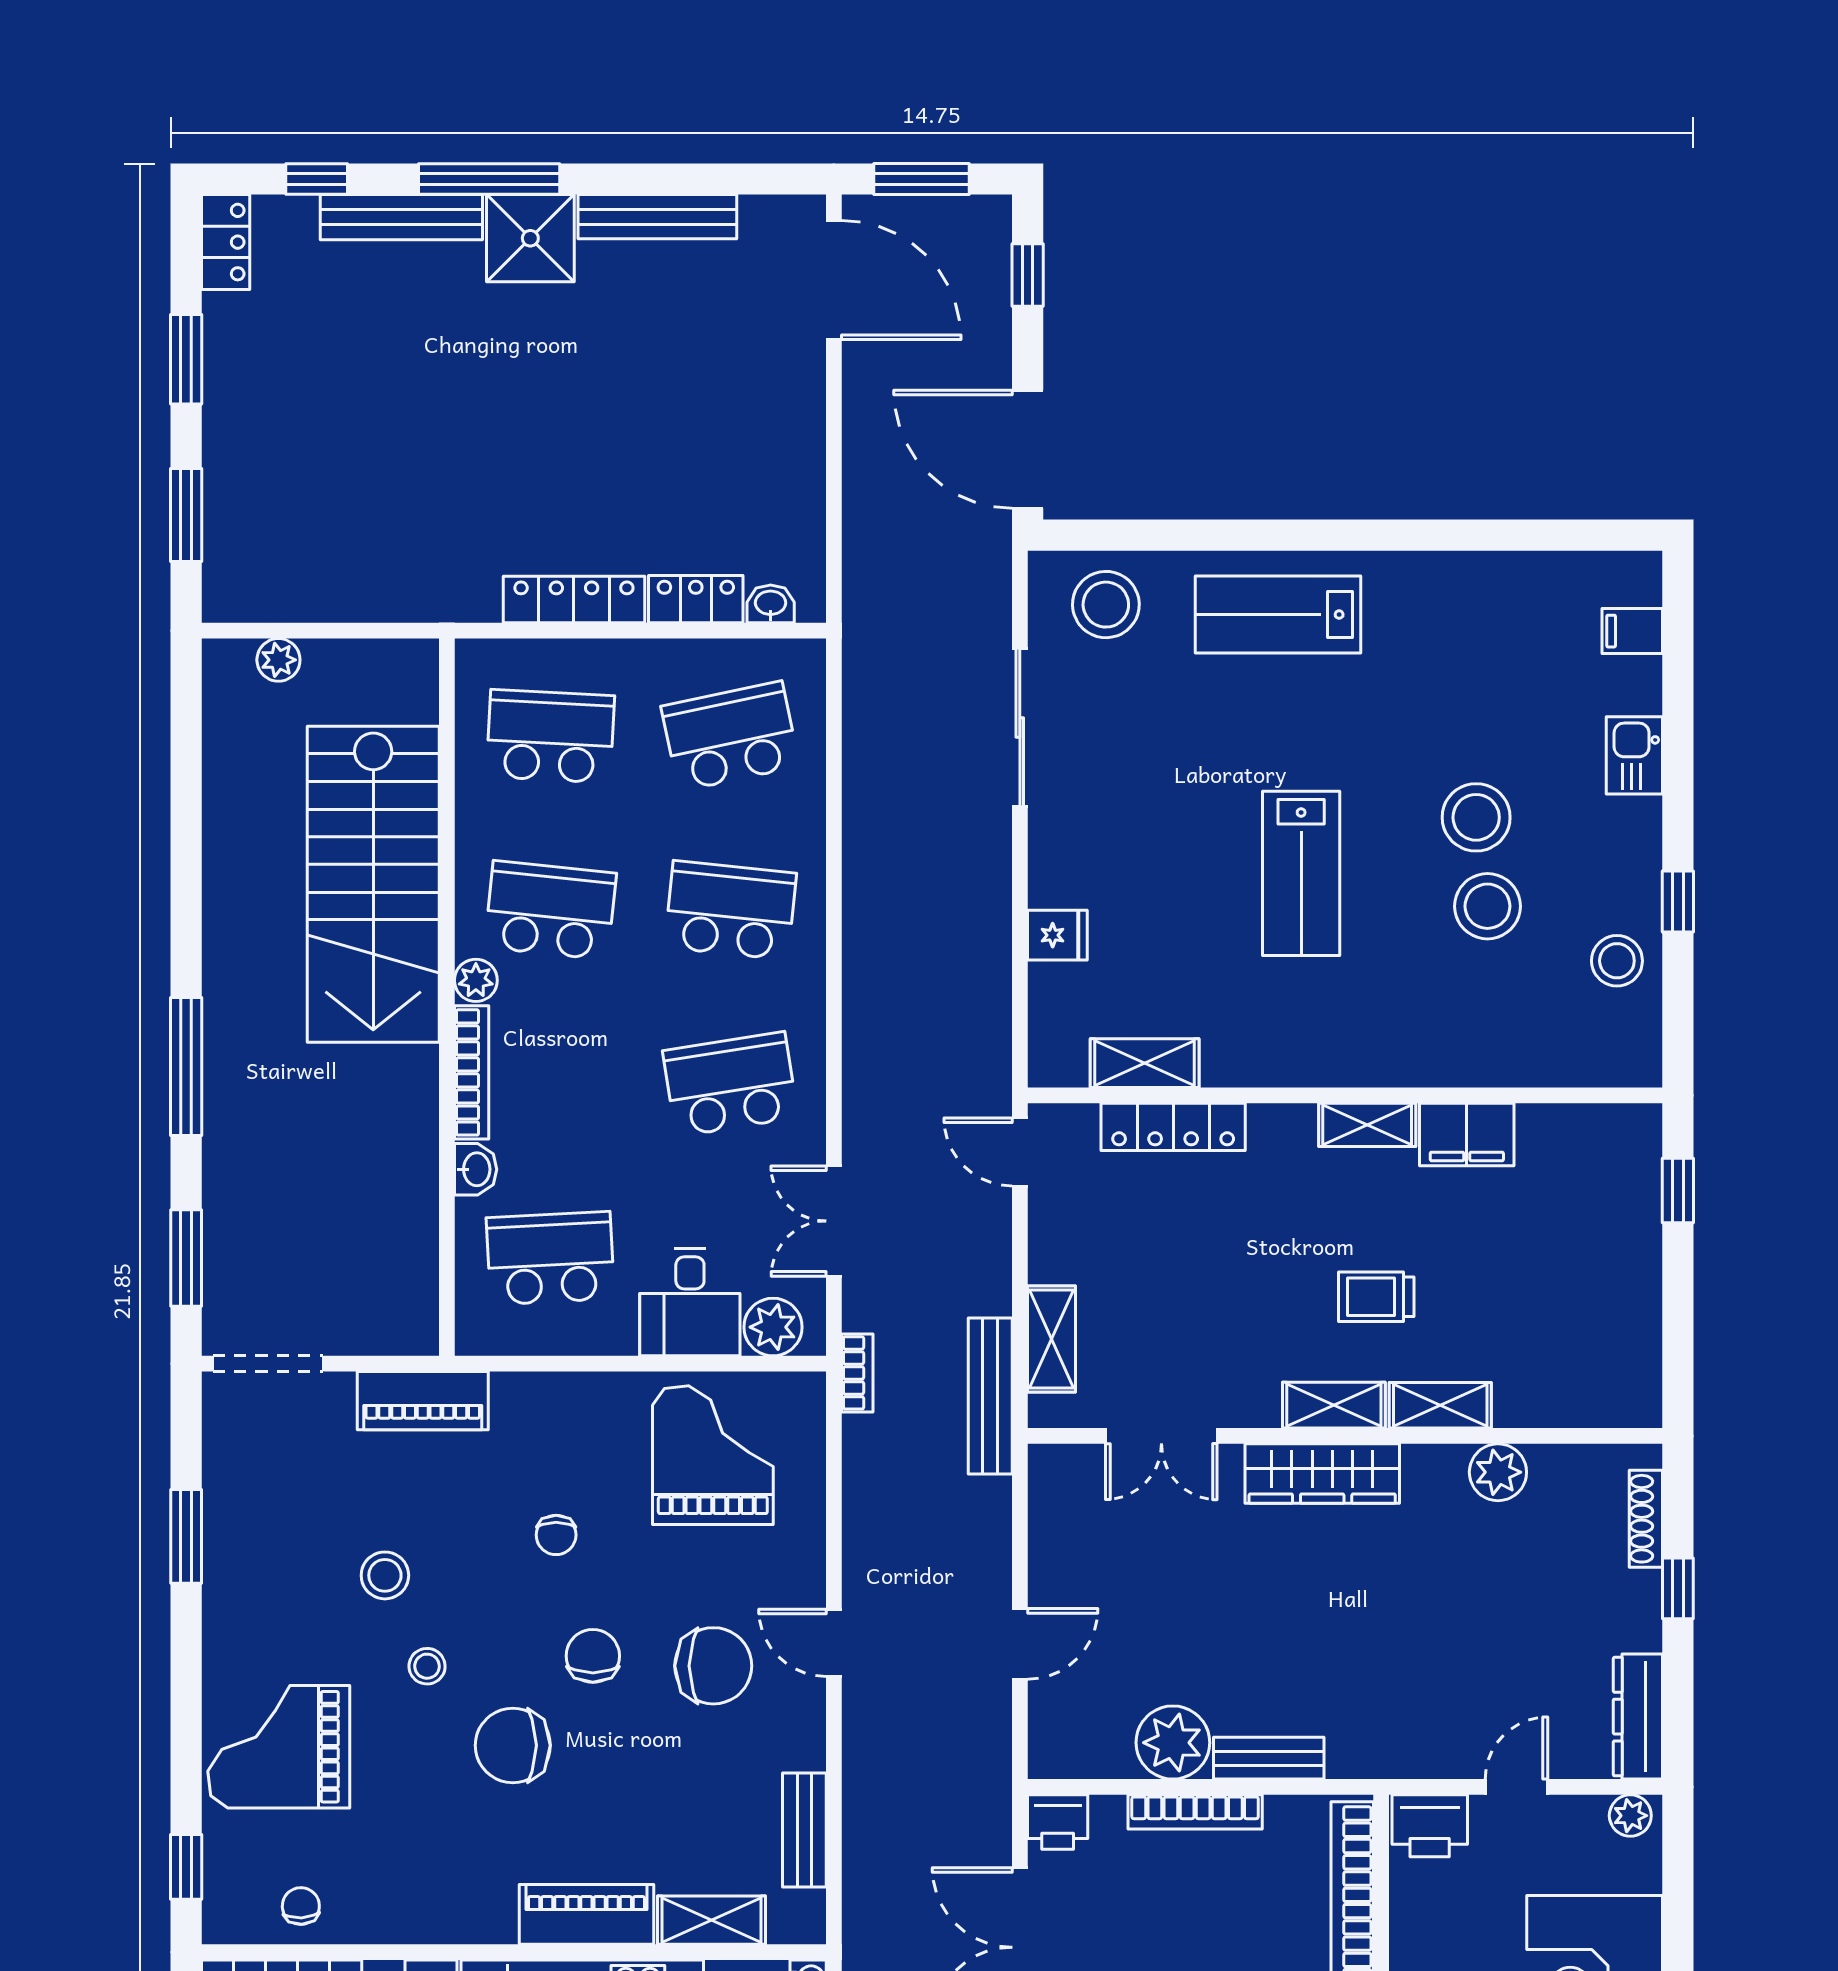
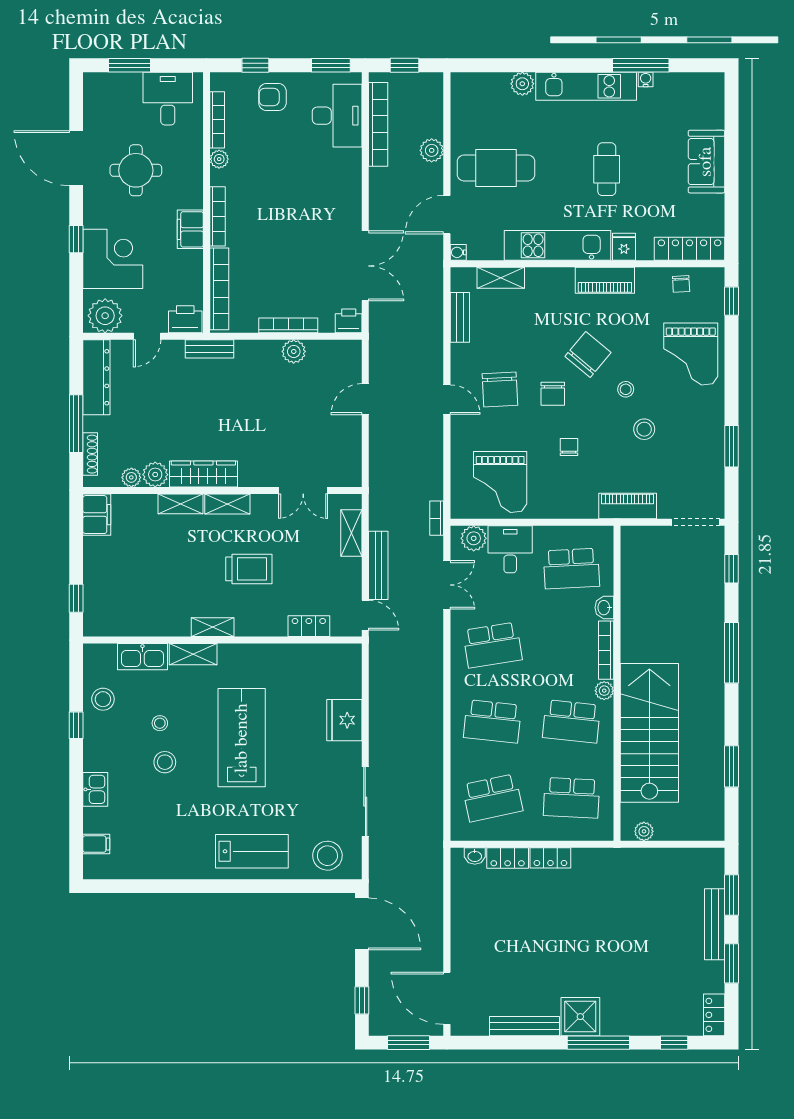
bench: (401, 217) -> (715, 924), moved, turned 90
locker: (574, 600) -> (550, 858), width x0.66
plant: (278, 660) -> (644, 831), moved
window: (186, 808) -> (731, 766), added
stool: (1476, 817) -> (165, 762), width x0.73, depth x0.73
lab bench: (1301, 873) -> (242, 738), width x1.36, depth x1.39
stool: (1487, 906) -> (160, 723), width x0.53, depth x0.53
fridge: (1057, 935) -> (344, 720), width x1.88, depth x1.34
kitchen sink: (1527, 1058) -> (142, 657), added
shelving: (1145, 1063) -> (193, 654), moved
locker: (1173, 1127) -> (309, 626), width x0.66
filing cabinet: (1467, 1134) -> (97, 515), moved, turned 90
window: (186, 1258) -> (731, 569), width x0.67
trolley: (1376, 1297) -> (249, 569), moved, width x1.36, depth x1.39
bench: (990, 1396) -> (378, 565), moved
double door: (1161, 1436) -> (303, 490), swing flipped
plant: (1552, 1466) -> (131, 477), added
wardrobe: (1322, 1474) -> (203, 474), moved
window: (1678, 1588) -> (76, 424), width x2.17
chair: (713, 1666) -> (500, 389), turned -93
dresser: (1638, 1717) -> (96, 377), width x1.37, depth x1.24
plant: (1173, 1743) -> (294, 351), width x0.73, depth x0.73
chair: (513, 1745) -> (588, 354), turned -50
grand piano: (279, 1747) -> (691, 354), turned 90
bench: (1269, 1758) -> (209, 349), moved
plant: (1630, 1816) -> (105, 316), width x1.87, depth x1.87
piano: (586, 1914) -> (605, 280), moved

